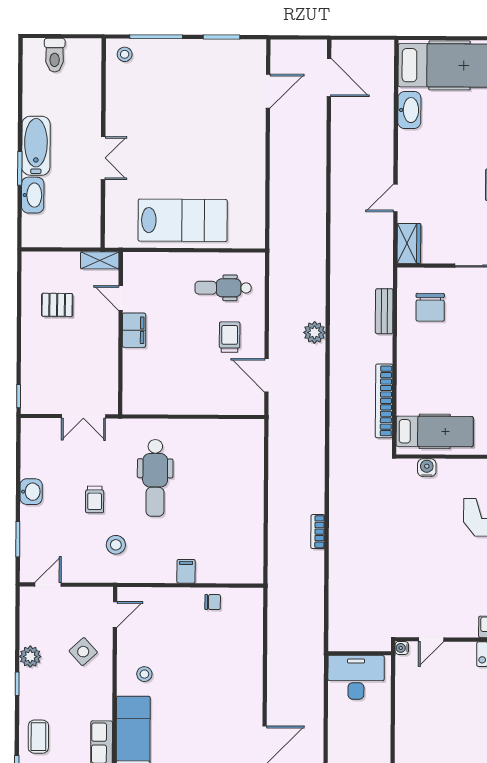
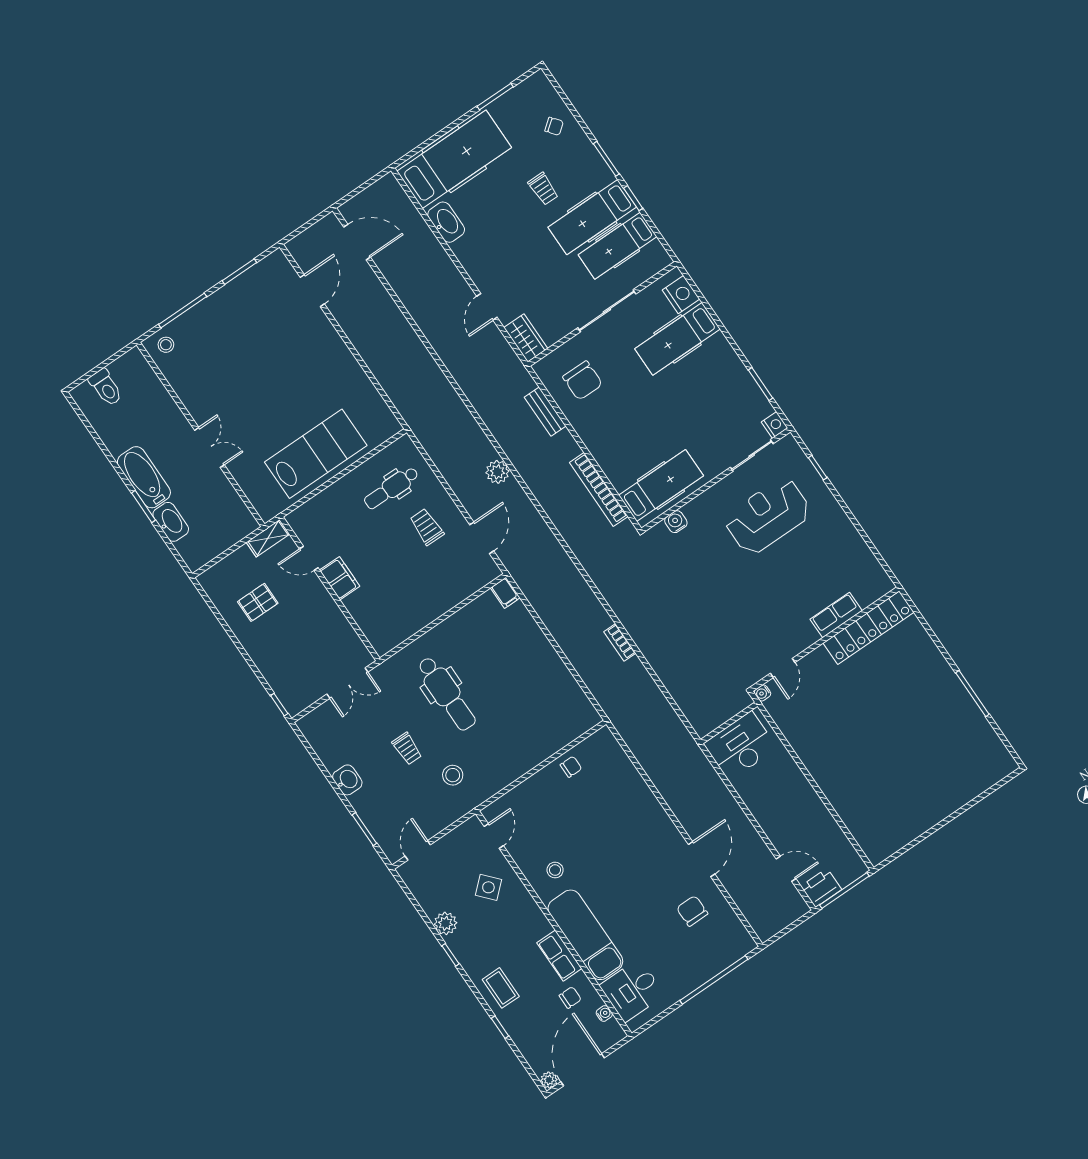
door: (267, 375) -> (482, 538), swing flipped
filing cabinet: (186, 571) -> (505, 593), moved, turned 180

